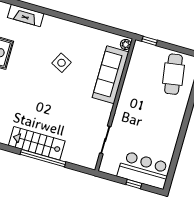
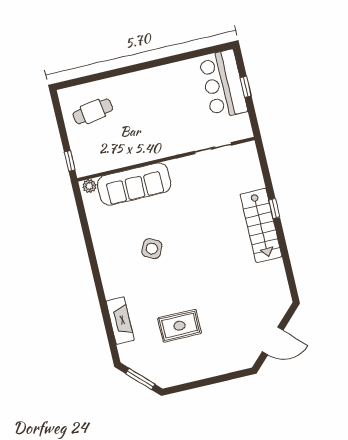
cafe table: (174, 74) -> (93, 111), width x0.73, depth x0.74
window: (43, 158) -> (274, 209), width x0.32

